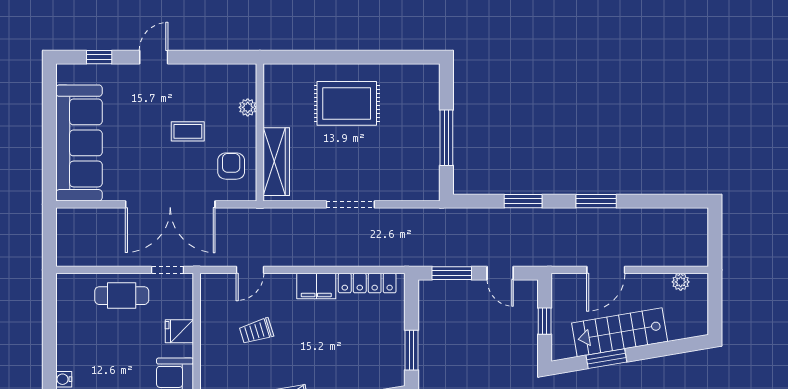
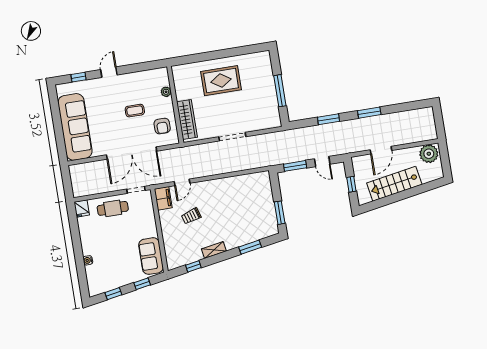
armchair: (231, 166) -> (162, 126), turned 180
plant: (681, 282) -> (429, 154), width x1.87, depth x1.87
locker: (367, 283) -> (249, 179), removed
filing cabinet: (316, 286) -> (163, 198), moved, turned -90
fridge: (179, 331) -> (82, 208), moved, turned -90
window: (606, 359) -> (389, 200), removed

